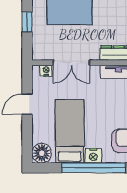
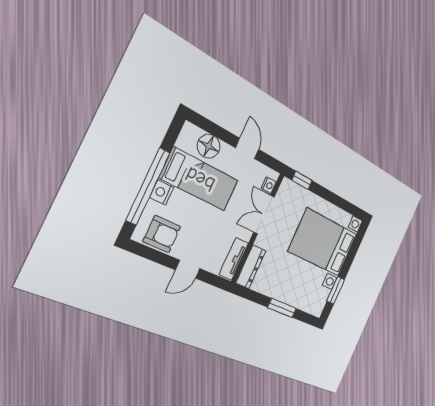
window: (27, 22) -> (302, 180), moved
floor lamp: (42, 153) -> (209, 146), moved

